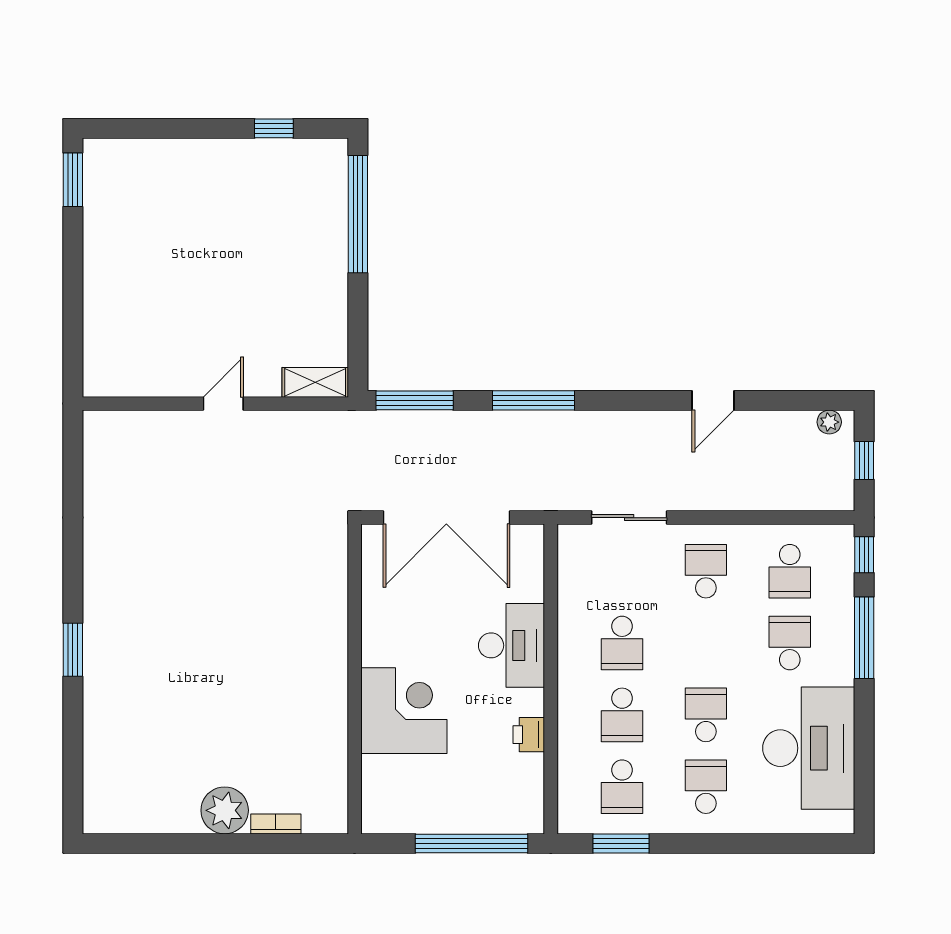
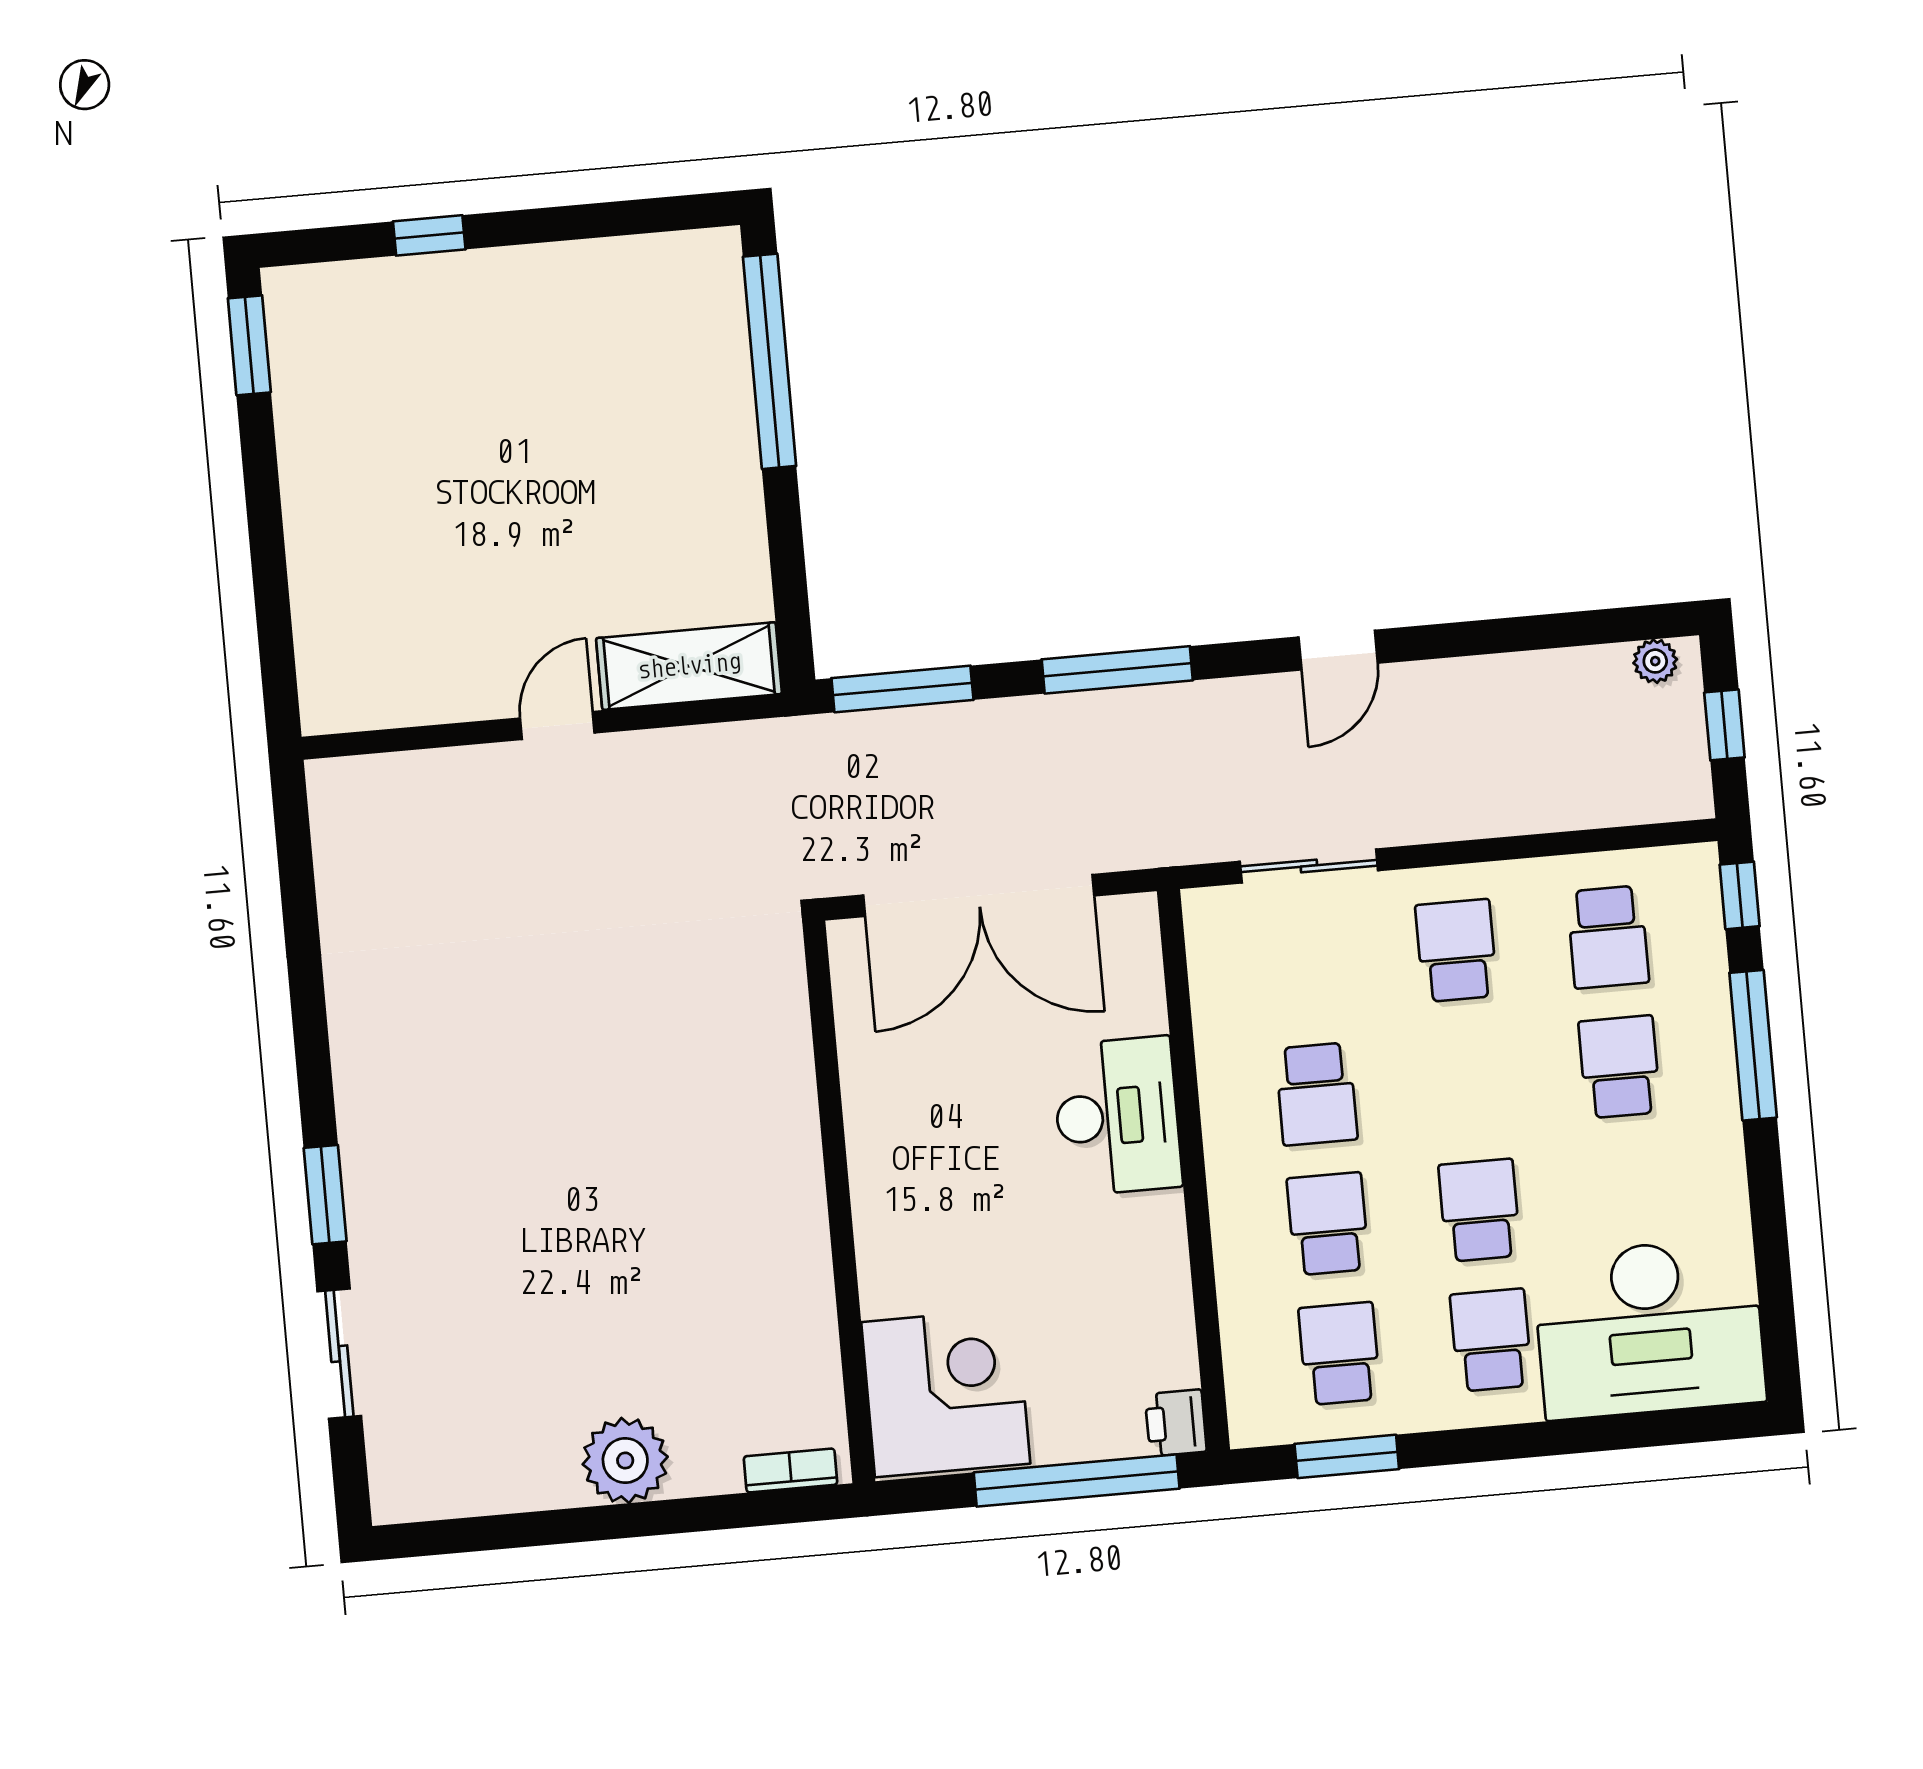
window: (274, 128) -> (429, 235), moved
shelving: (315, 382) -> (689, 666), width x1.50, depth x1.33
door: (713, 400) -> (1338, 650), moved
corner desk: (404, 711) -> (946, 1393), moved
school desk: (622, 715) -> (1328, 1224), turned 180
printer: (529, 735) -> (1176, 1423), moved
sliding door: (73, 738) -> (339, 1354), added
desk: (809, 748) -> (1649, 1328), moved, turned 90
school desk: (622, 787) -> (1340, 1354), turned 180
bookcase: (276, 824) -> (791, 1470), moved

